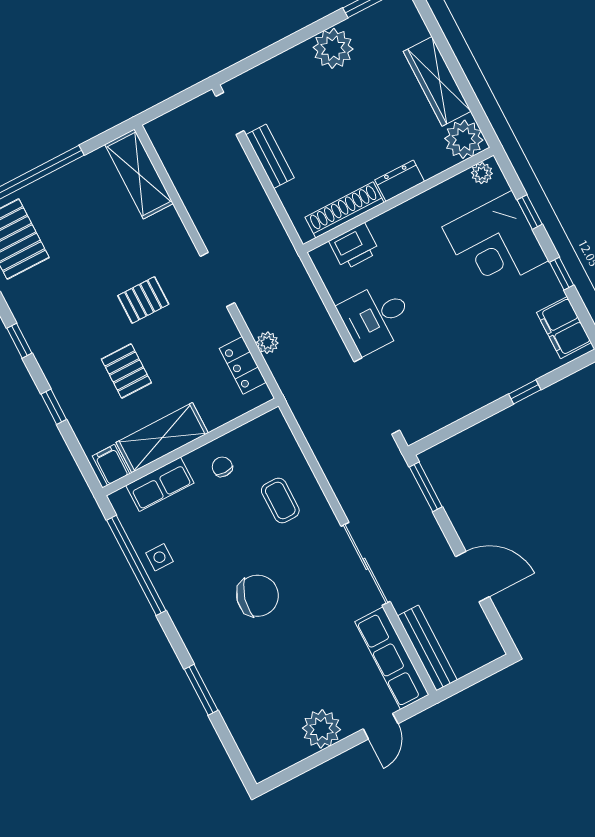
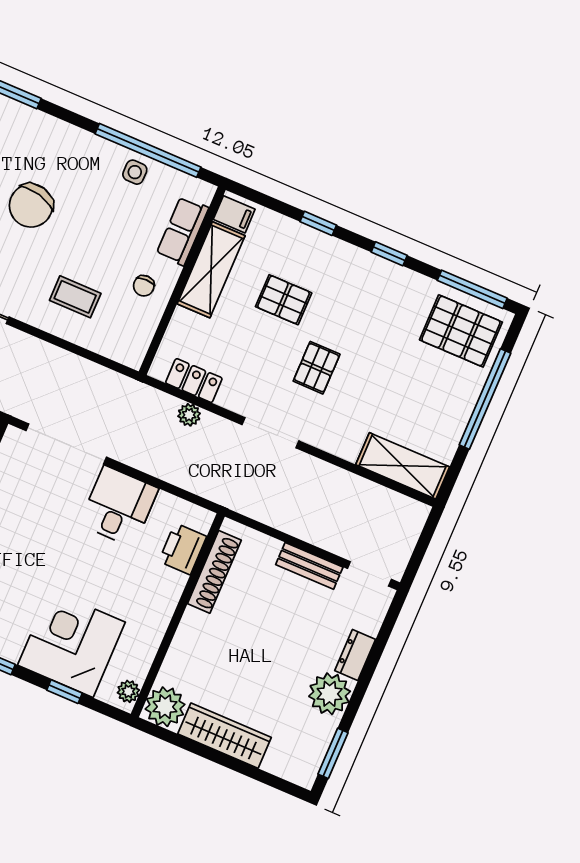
dresser: (400, 181) -> (355, 655), moved, turned 180
chair: (222, 467) -> (144, 286), turned 90

